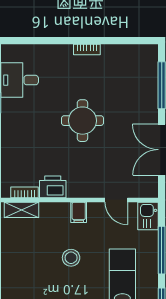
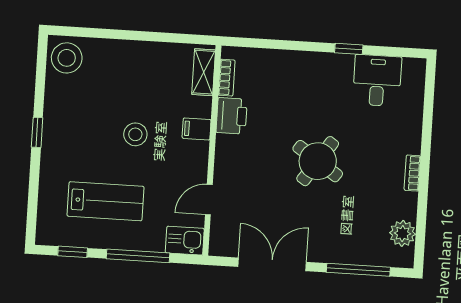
plant: (132, 54) -> (402, 233), added
round table: (82, 121) -> (318, 161), turned 34
filing cabinet: (79, 212) -> (197, 129), moved

